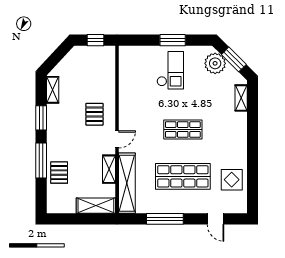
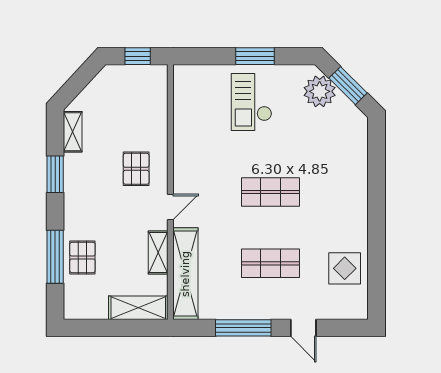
checkout: (170, 70) -> (251, 102), turned 180
shelving: (241, 98) -> (359, 144), removed
window: (41, 160) -> (55, 257), moved
shop shelf: (183, 176) -> (271, 263), width x0.70, depth x0.74
door: (216, 219) -> (303, 328), moved

